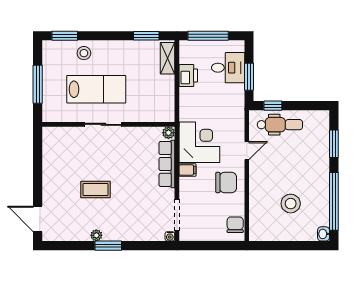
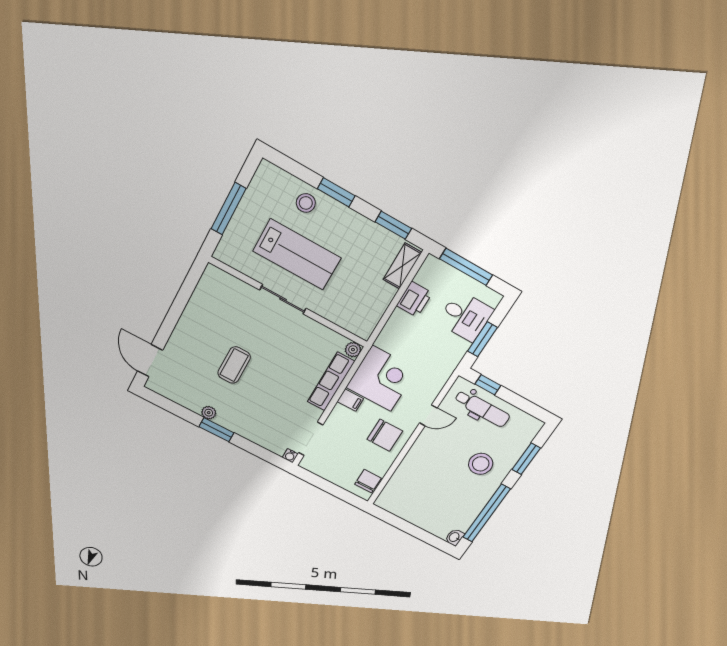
window: (65, 36) -> (336, 192), moved
coffee table: (96, 190) -> (234, 365), turned 90
stool: (291, 204) -> (481, 464), moved

